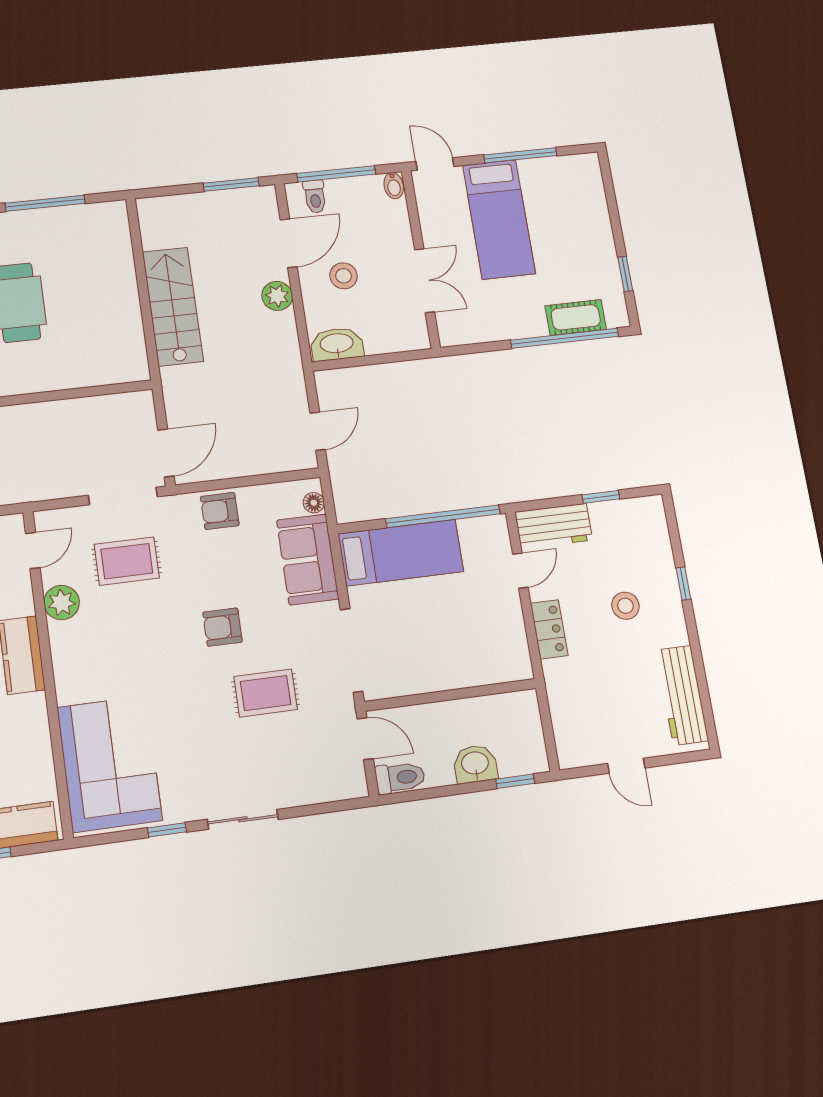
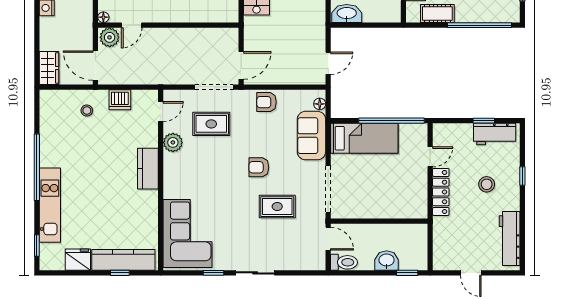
cot: (576, 317) -> (437, 13), moved
workbench: (554, 526) -> (495, 134), moved
locker: (549, 629) -> (441, 192), width x1.53

